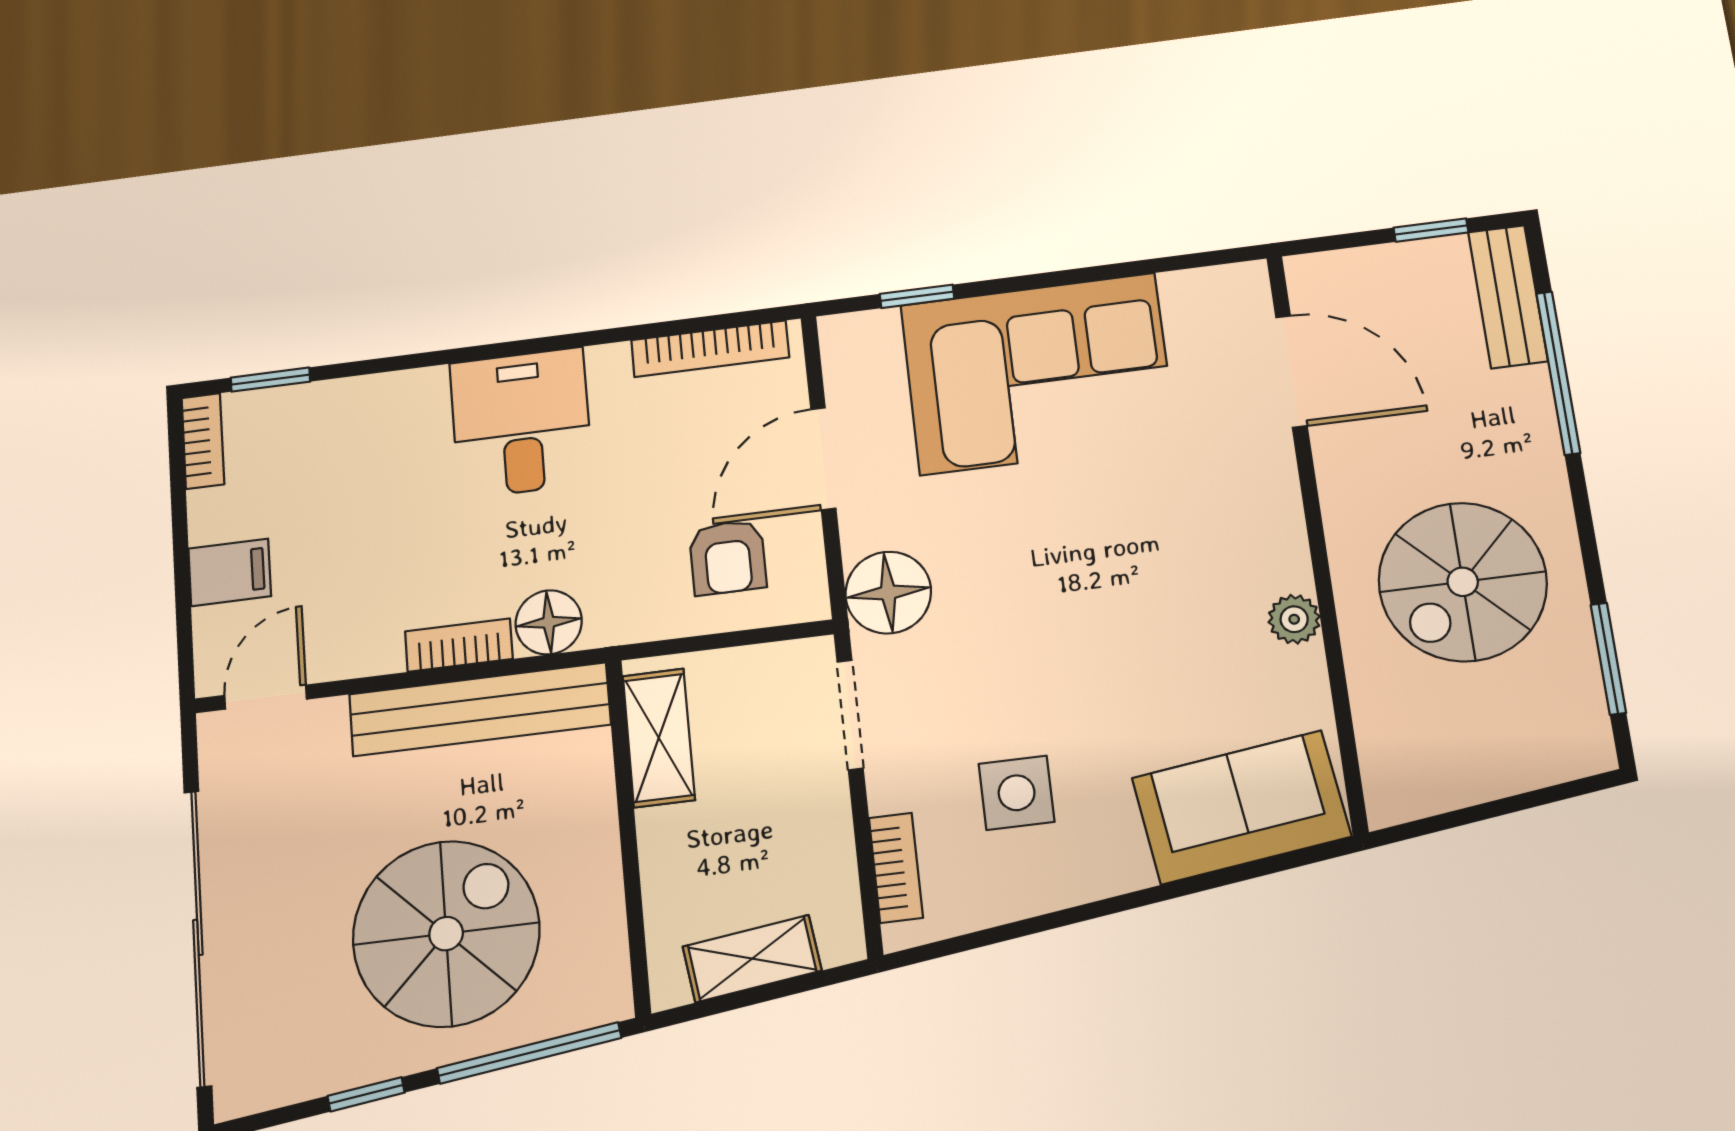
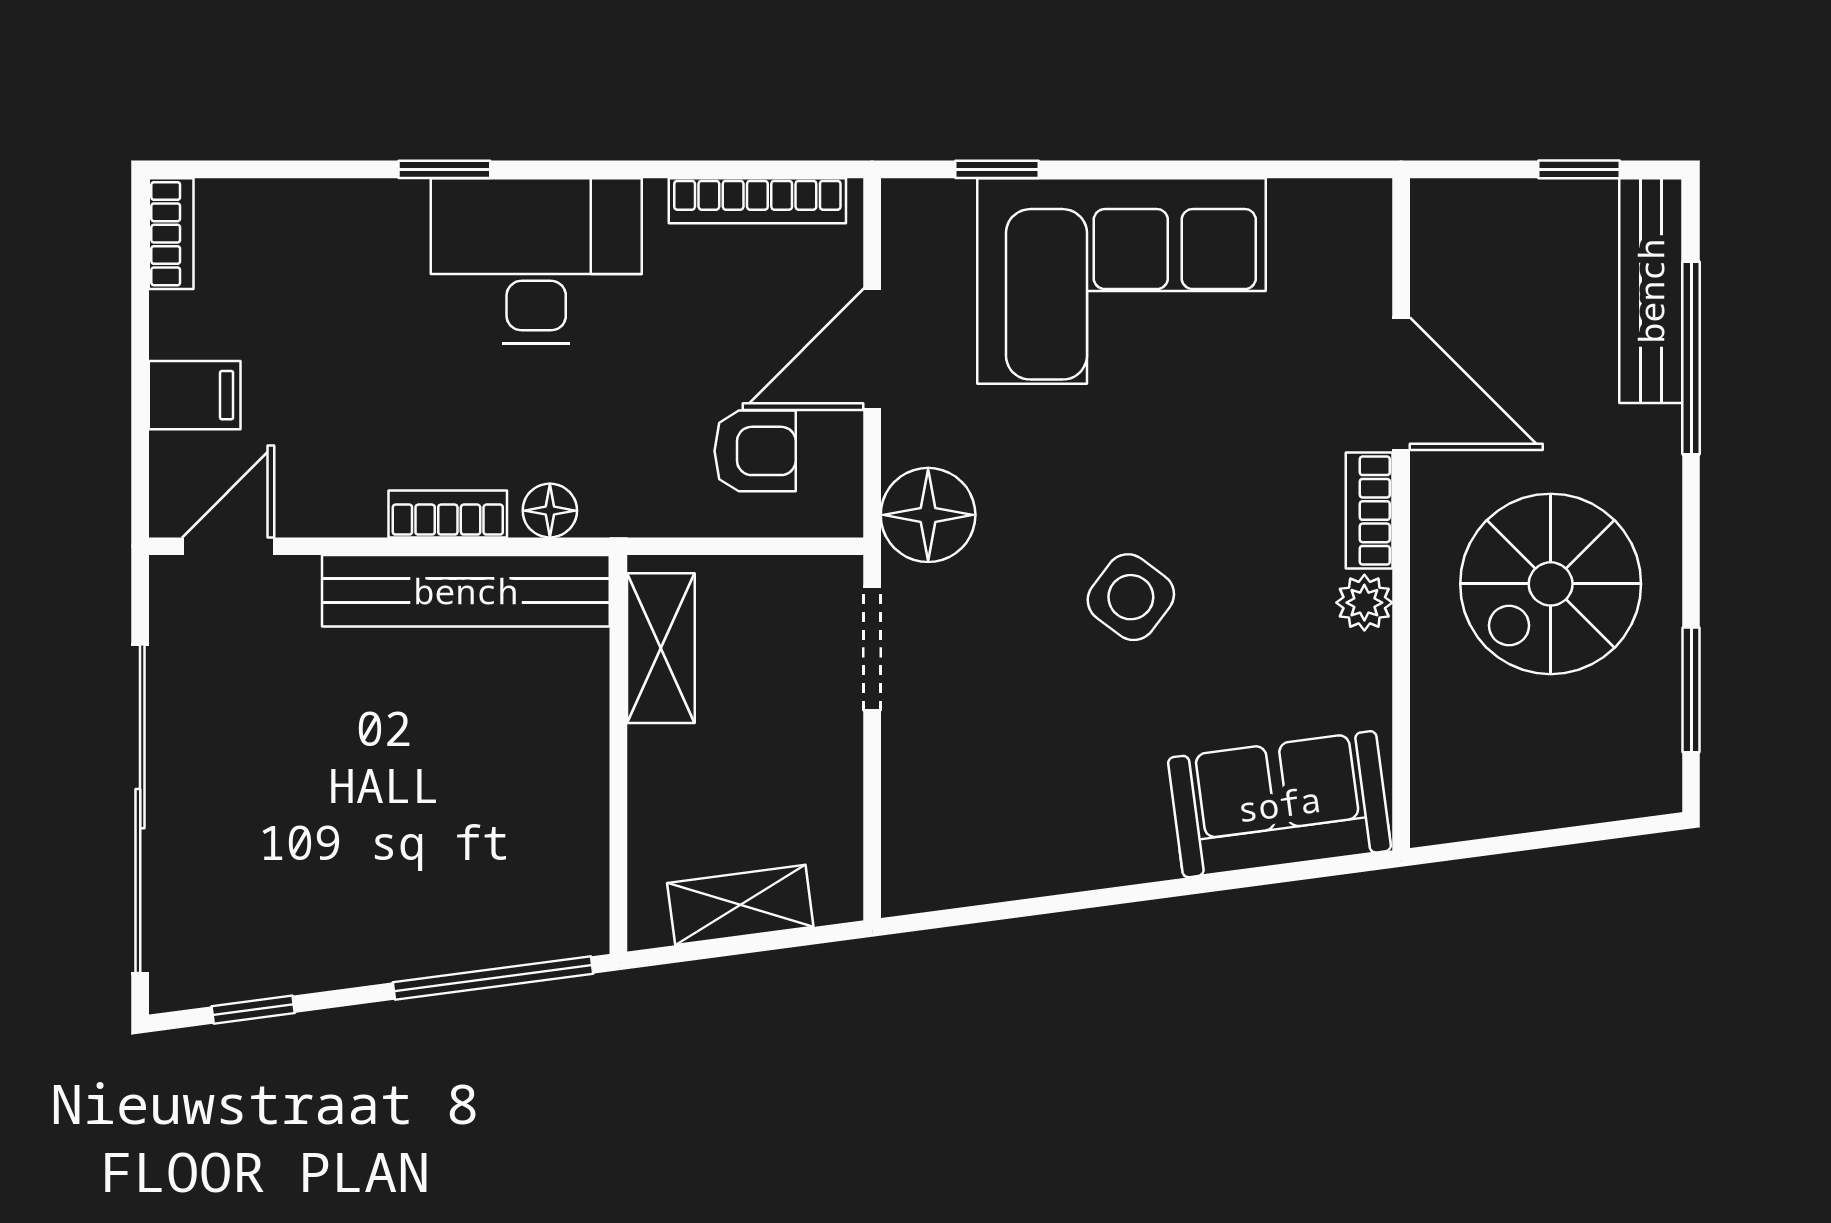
bench: (1508, 297) -> (1651, 291), width x1.36
door: (1291, 371) -> (1401, 384), moved
window: (270, 380) -> (444, 169), moved
desk: (521, 423) -> (536, 261), width x1.37
armchair: (728, 557) -> (755, 451), turned -90
floor lamp: (549, 622) -> (550, 511), width x0.73, depth x0.73
side table: (1017, 793) -> (1131, 597), moved, turned 37
bookcase: (896, 868) -> (1369, 511), moved, turned 180
spiral stairs: (446, 934) -> (412, 838), removed
window: (366, 1094) -> (253, 1010), moved

